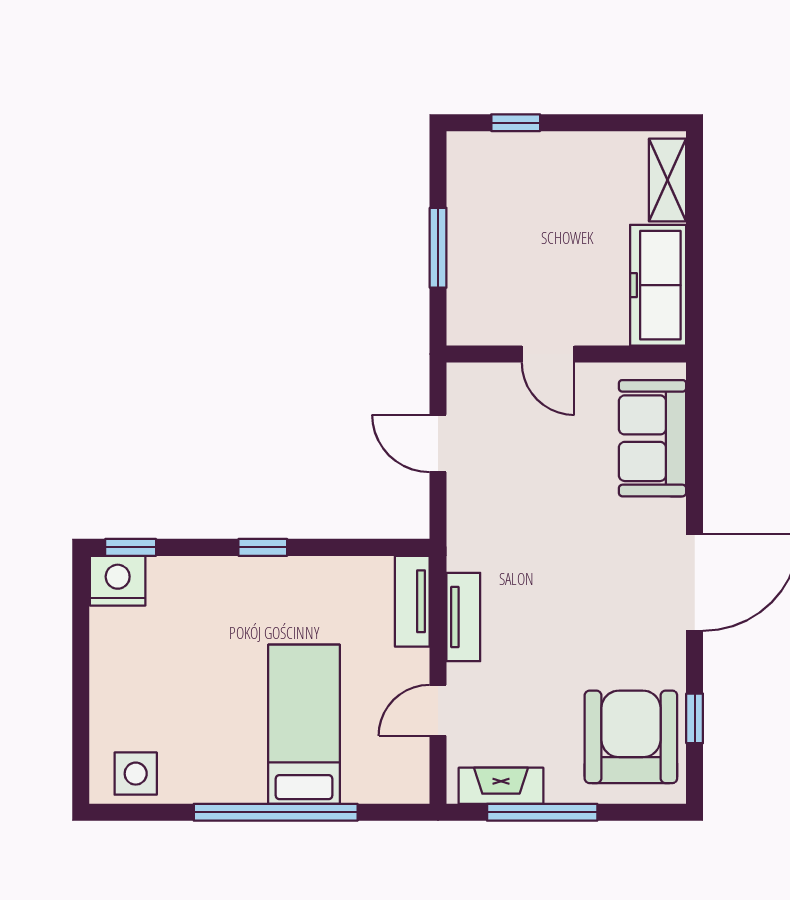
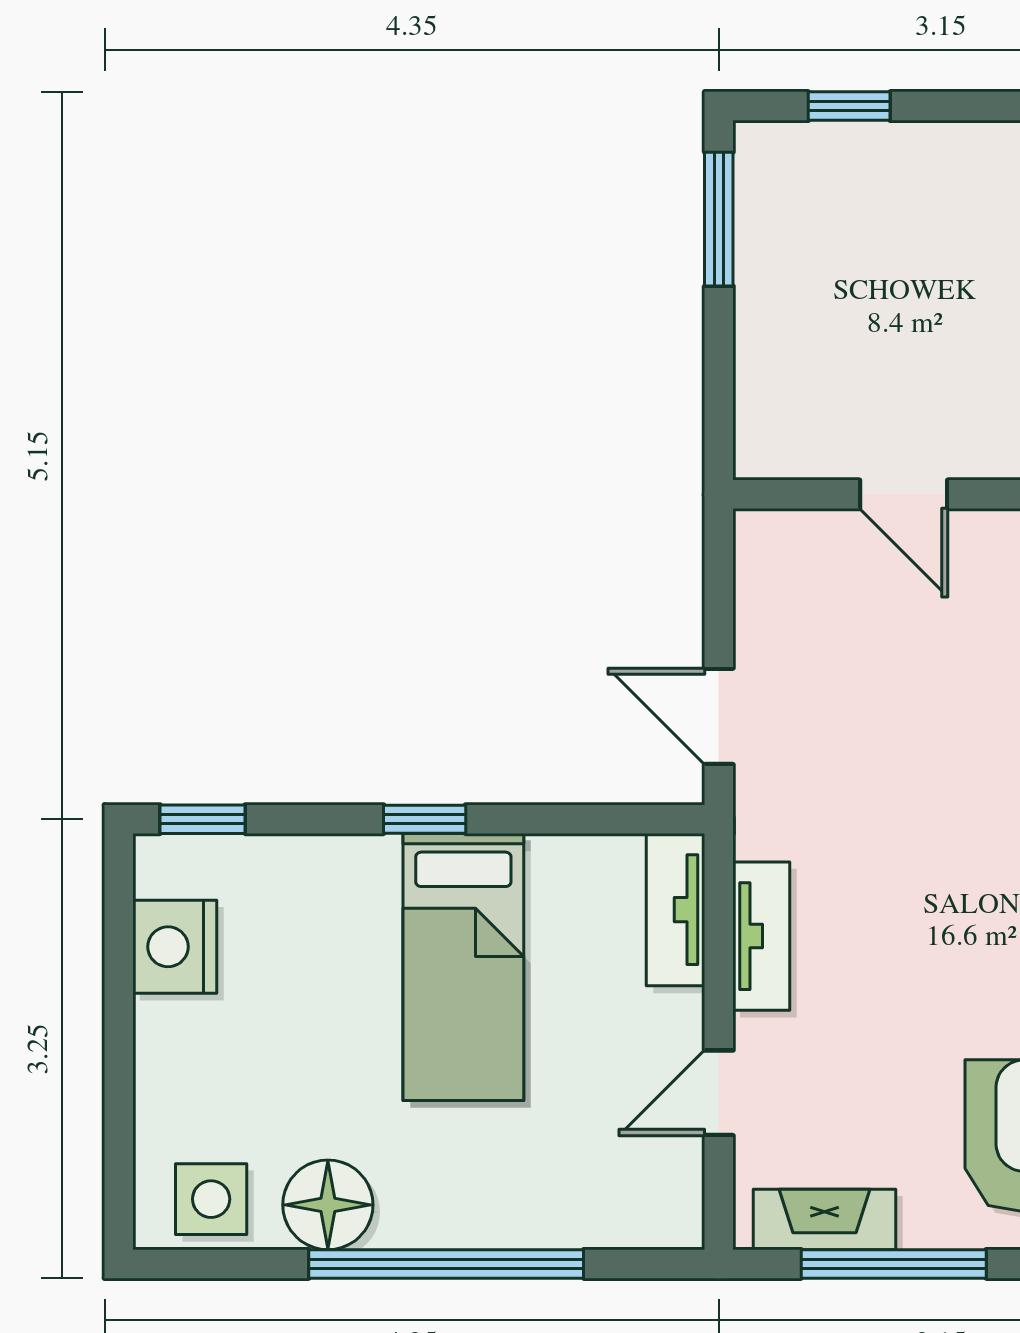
window: (438, 248) -> (719, 219), moved
door: (438, 443) -> (719, 716), moved
nightstand: (118, 581) -> (175, 947), moved, turned -90
bed: (304, 724) -> (463, 967), moved, turned 180
floor lamp: (205, 777) -> (328, 1205), added

